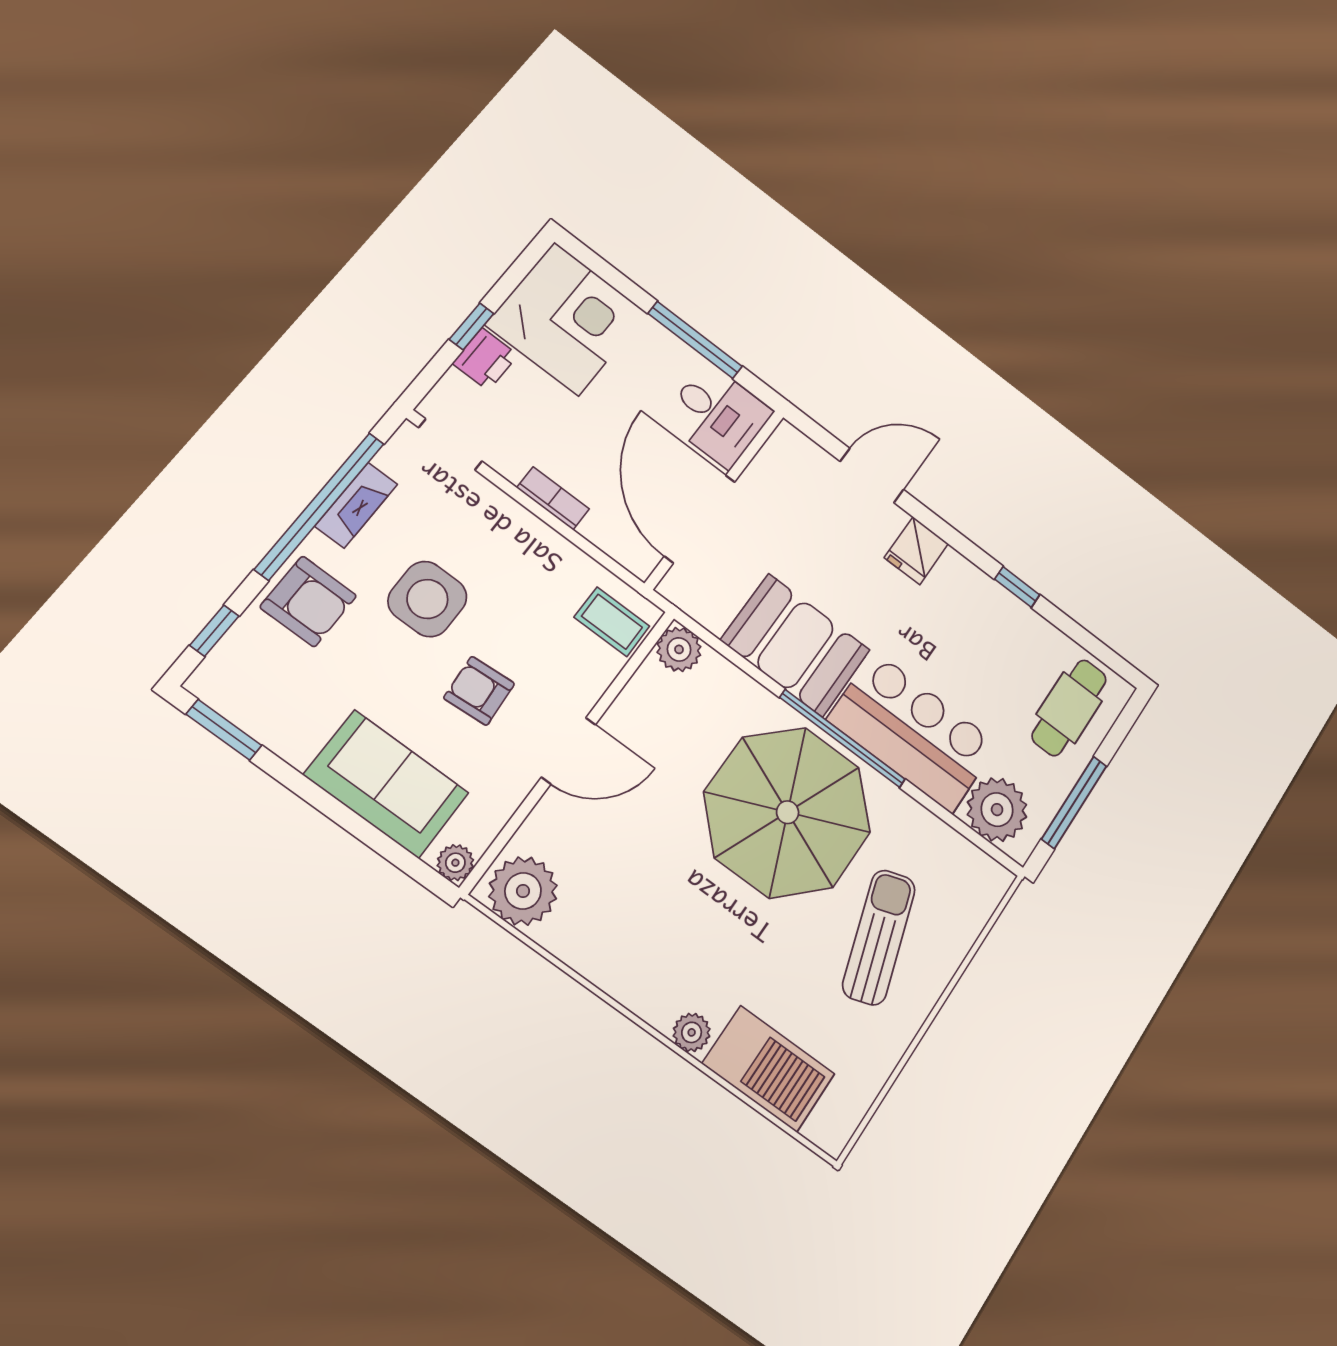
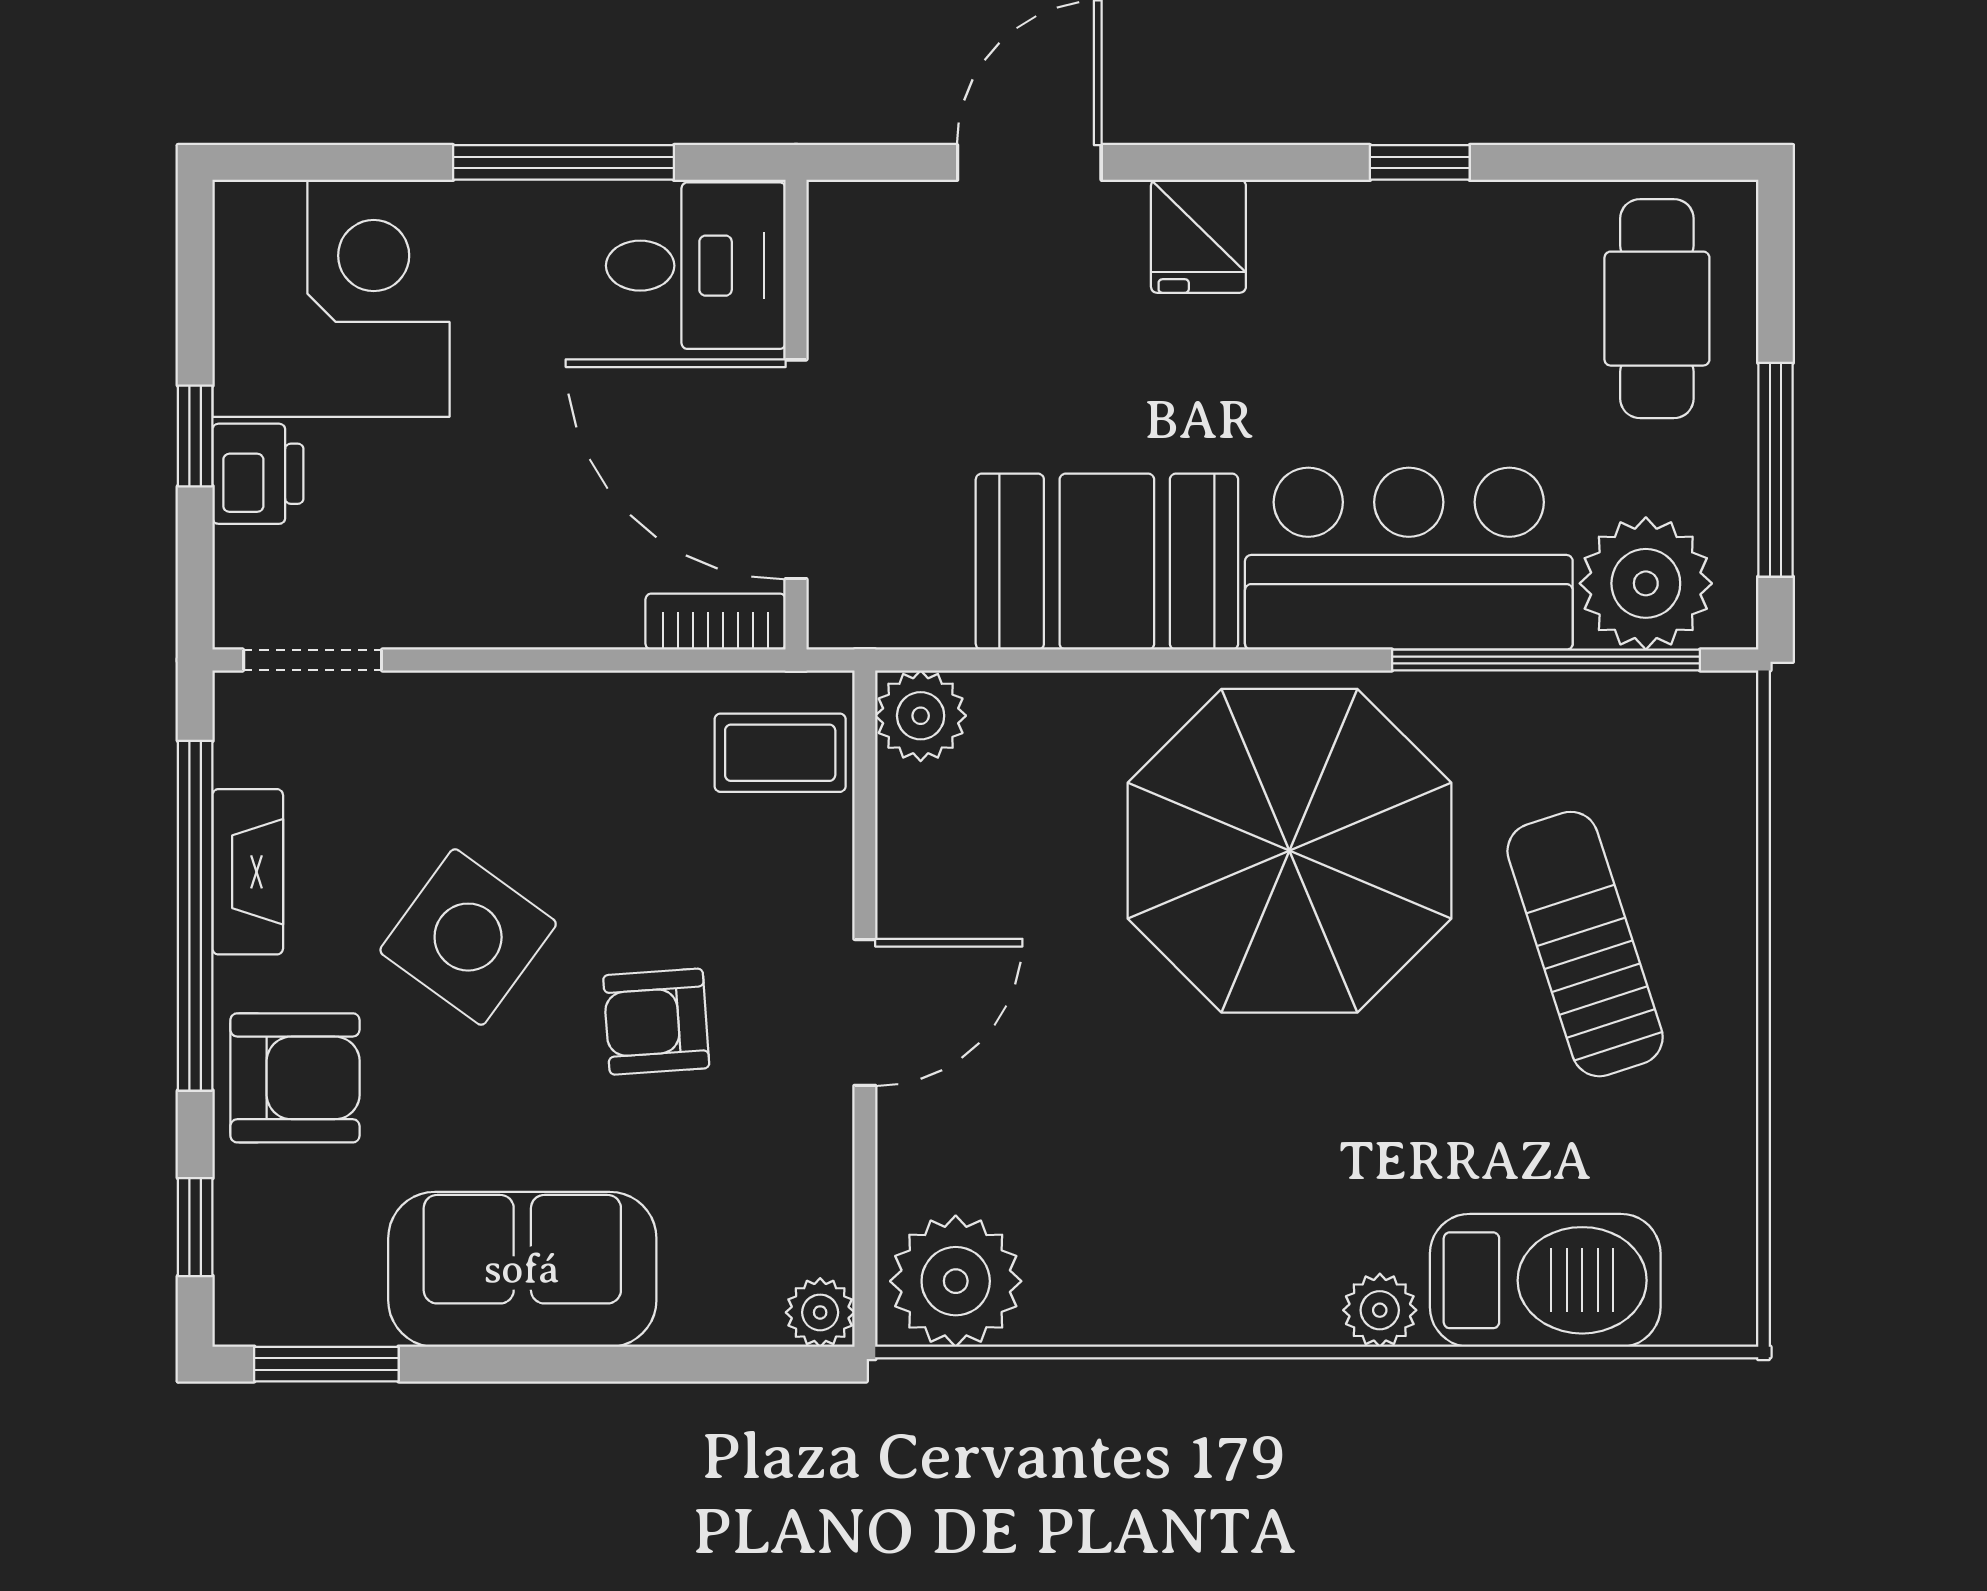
bookcase: (553, 498) -> (716, 622), moved
side table: (427, 599) -> (468, 937), turned 36
window: (843, 739) -> (1546, 660), moved
sofa: (386, 784) -> (522, 1269), moved

